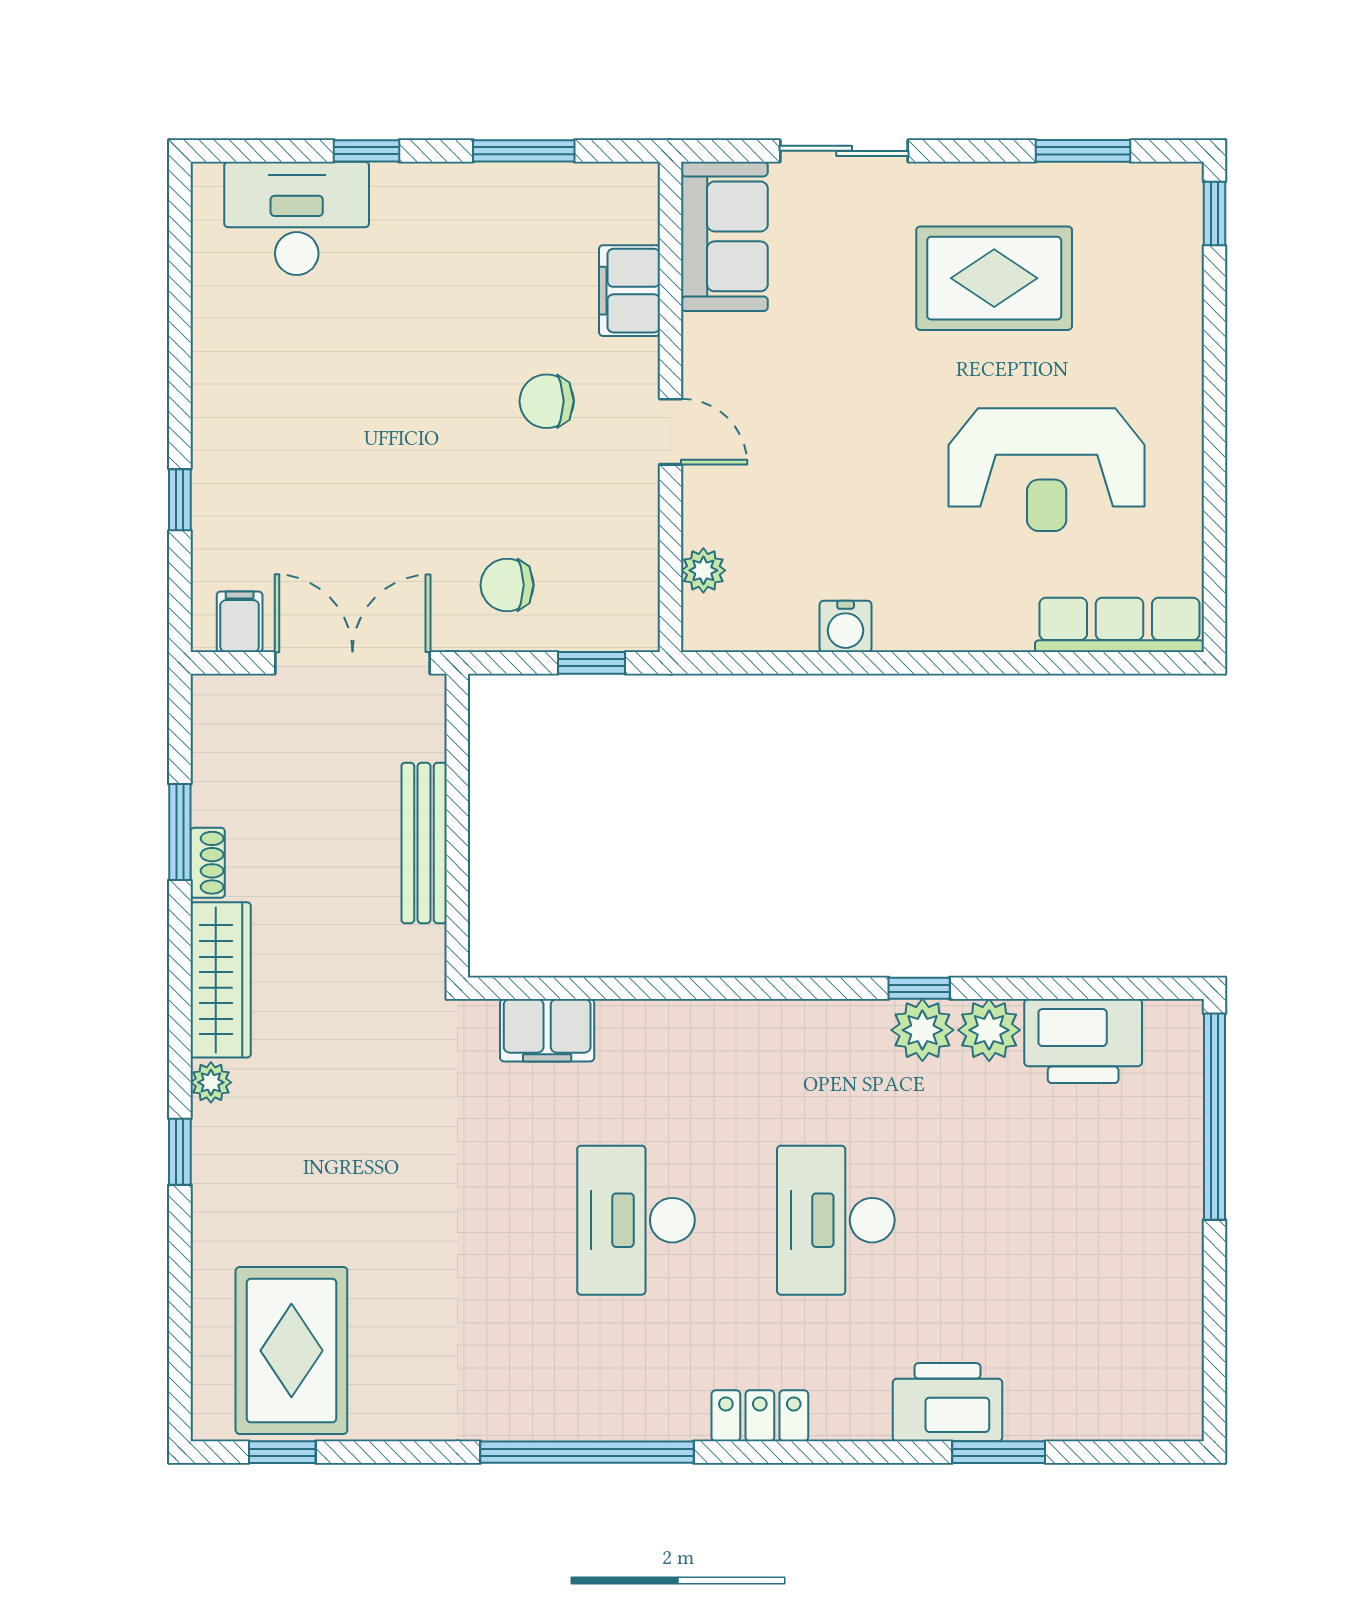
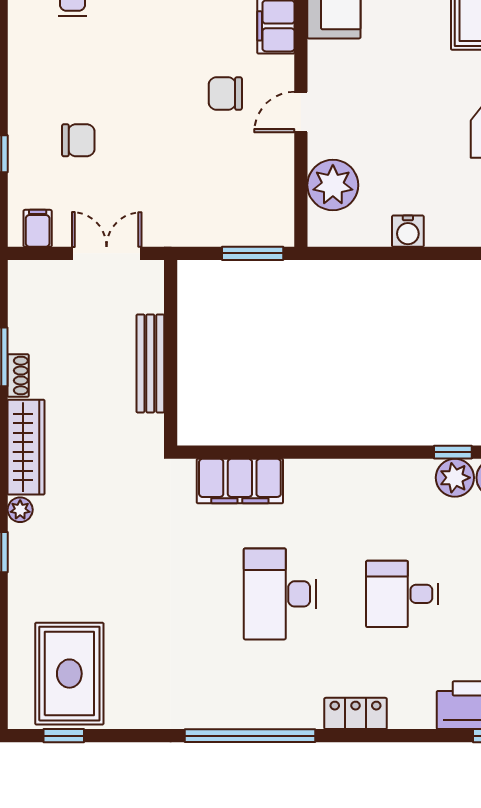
door: (671, 432) -> (301, 112), swing flipped
plant: (703, 570) -> (333, 185), width x1.88, depth x1.88
chair: (507, 585) -> (78, 140), moved, turned 180
double door: (353, 663) -> (107, 253), width x0.73
window: (591, 663) -> (253, 253), width x1.50
filing cabinet: (547, 1030) -> (240, 481), width x1.50, depth x1.17
desk: (836, 1220) -> (402, 594), width x0.73

